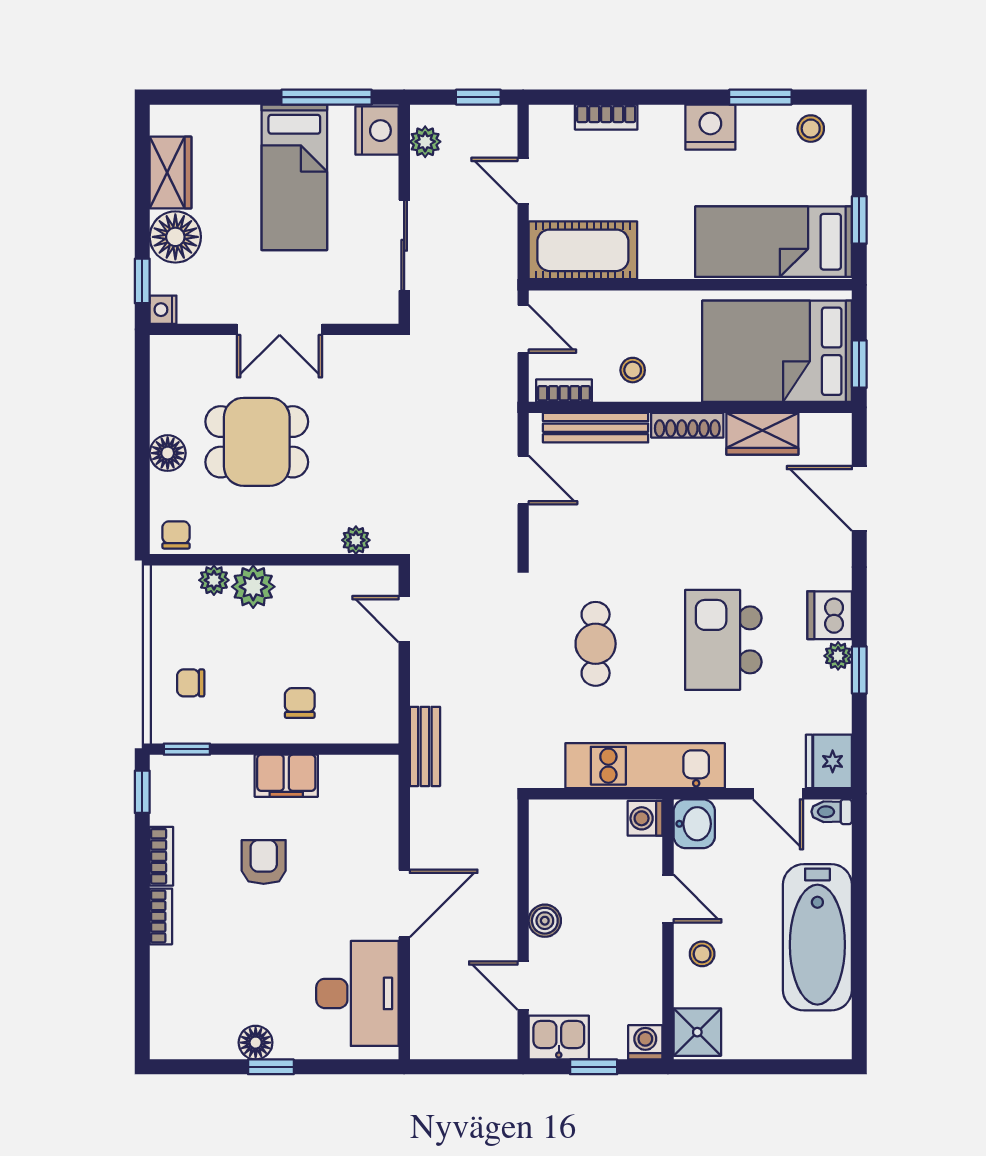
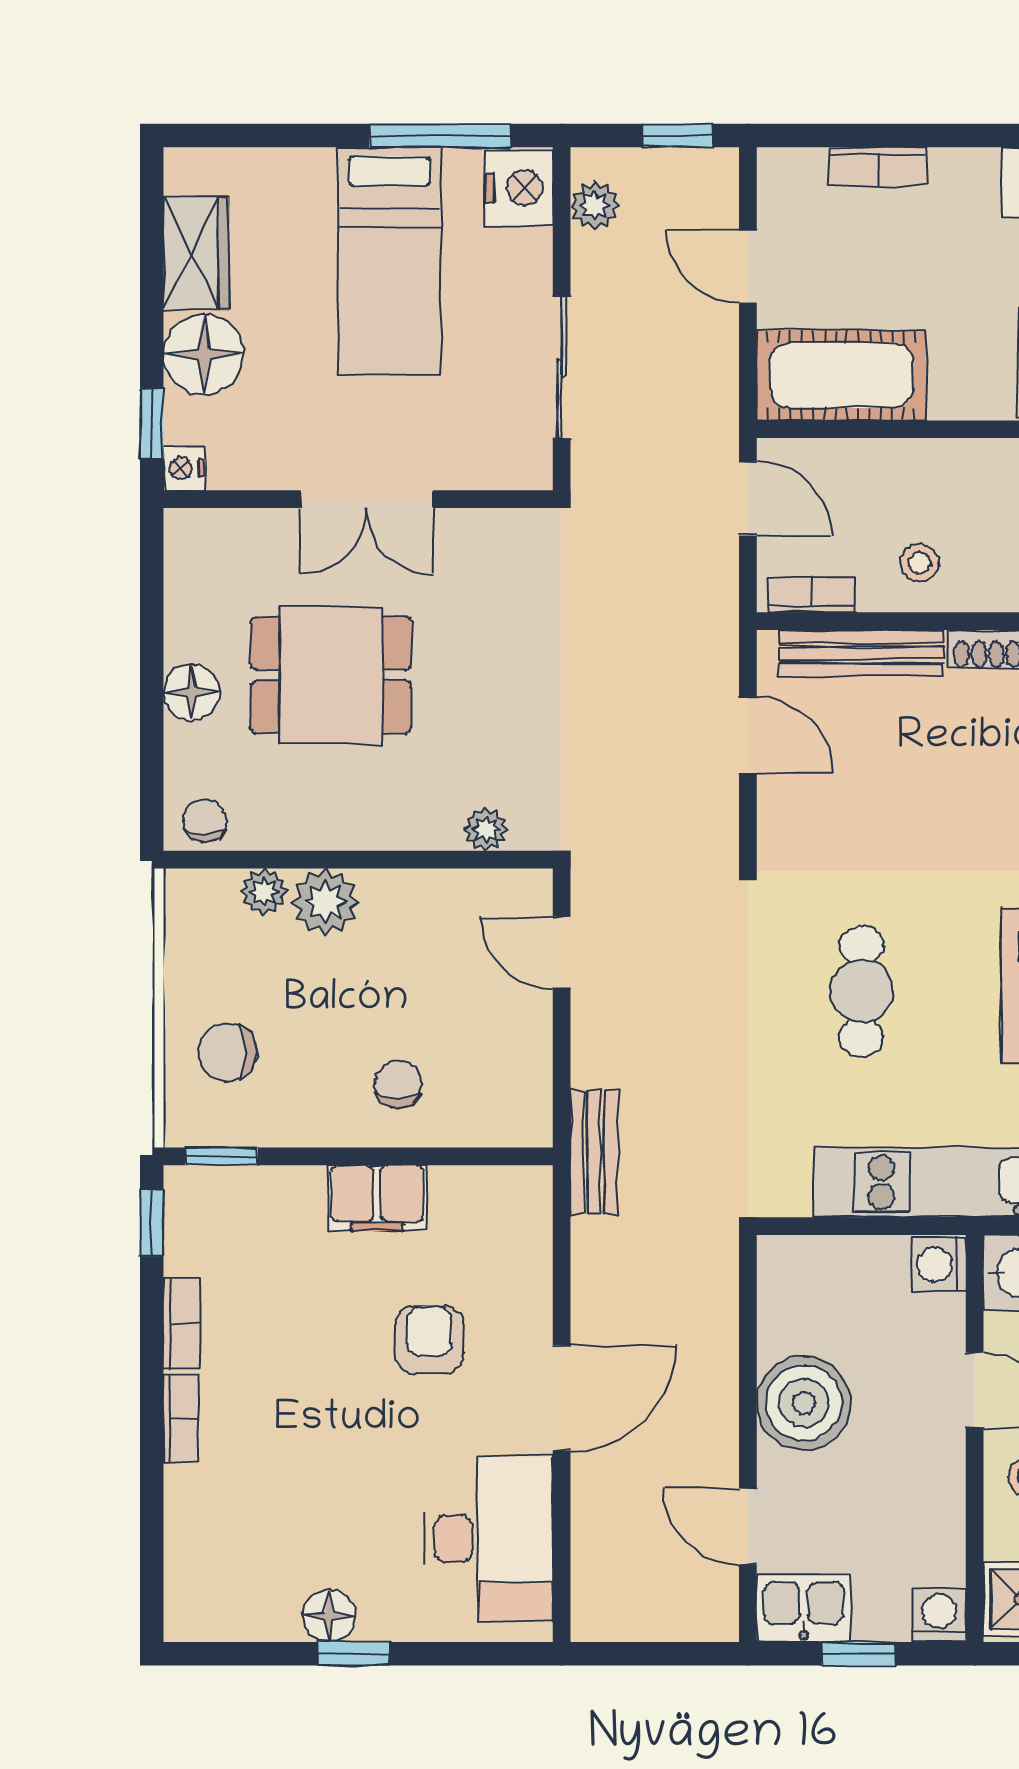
chair: (191, 683) -> (227, 1053), width x1.37, depth x1.37
armchair: (264, 862) -> (430, 1340), moved
boiler: (545, 921) -> (804, 1403), width x1.86, depth x1.86

